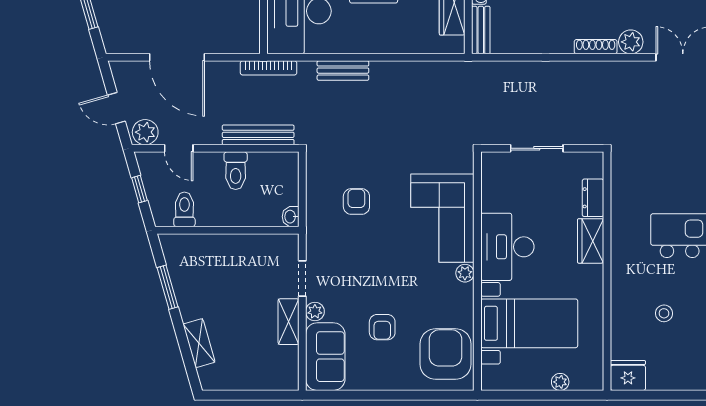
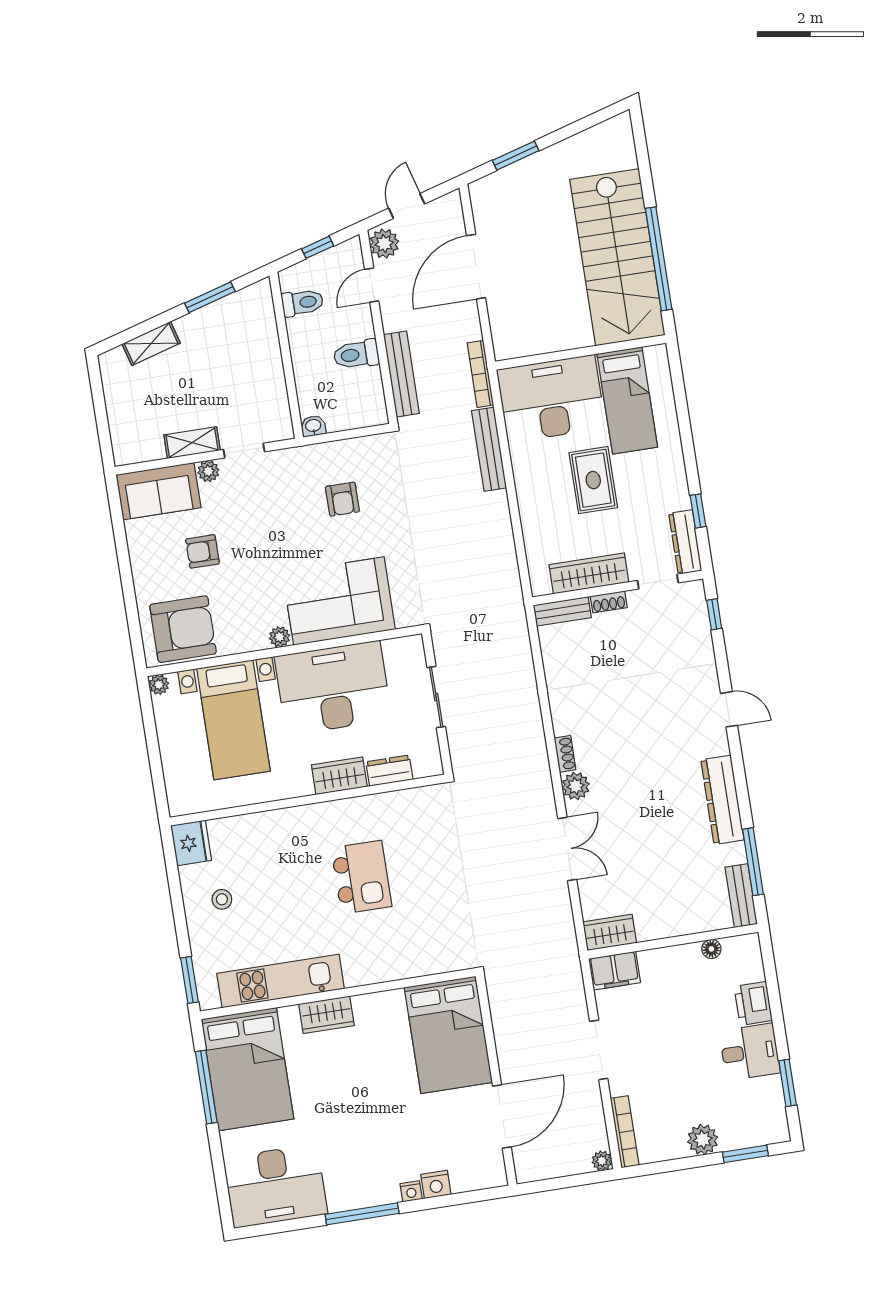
shoe rack: (596, 47) -> (565, 754), width x0.70
bench: (343, 71) -> (489, 449), width x1.36
armchair: (356, 202) -> (342, 499), turned 90
desk: (507, 247) -> (333, 688), width x1.36, depth x1.30
stool: (664, 313) -> (222, 899), moved
plant: (560, 382) -> (159, 685), moved

